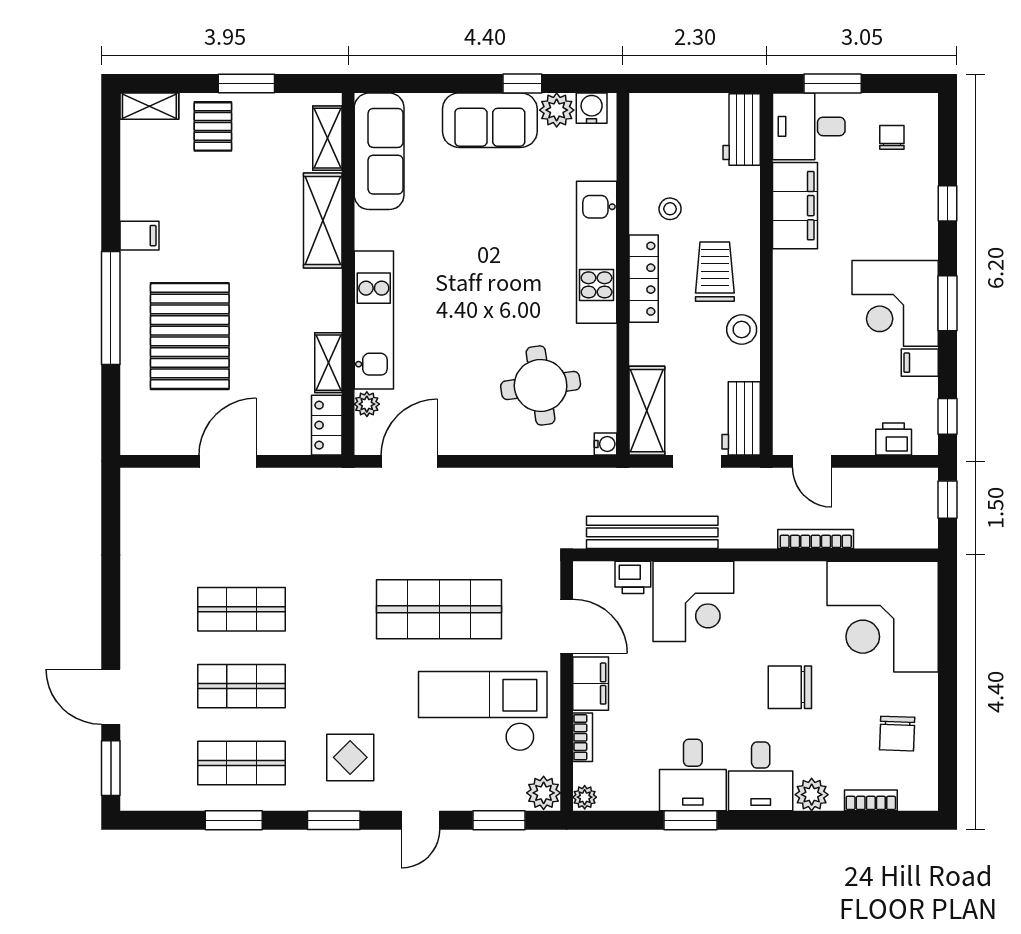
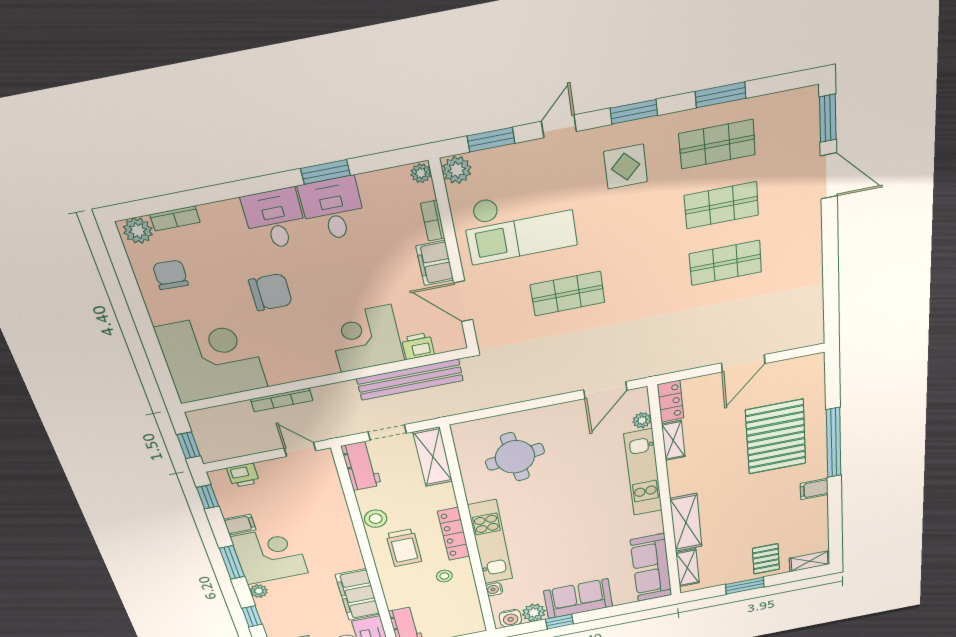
plant: (926, 246) -> (259, 591), added
water cooler: (605, 444) -> (494, 589), moved
shop shelf: (439, 609) -> (568, 294), width x0.70, depth x0.74
plant: (812, 795) -> (138, 231), moved

